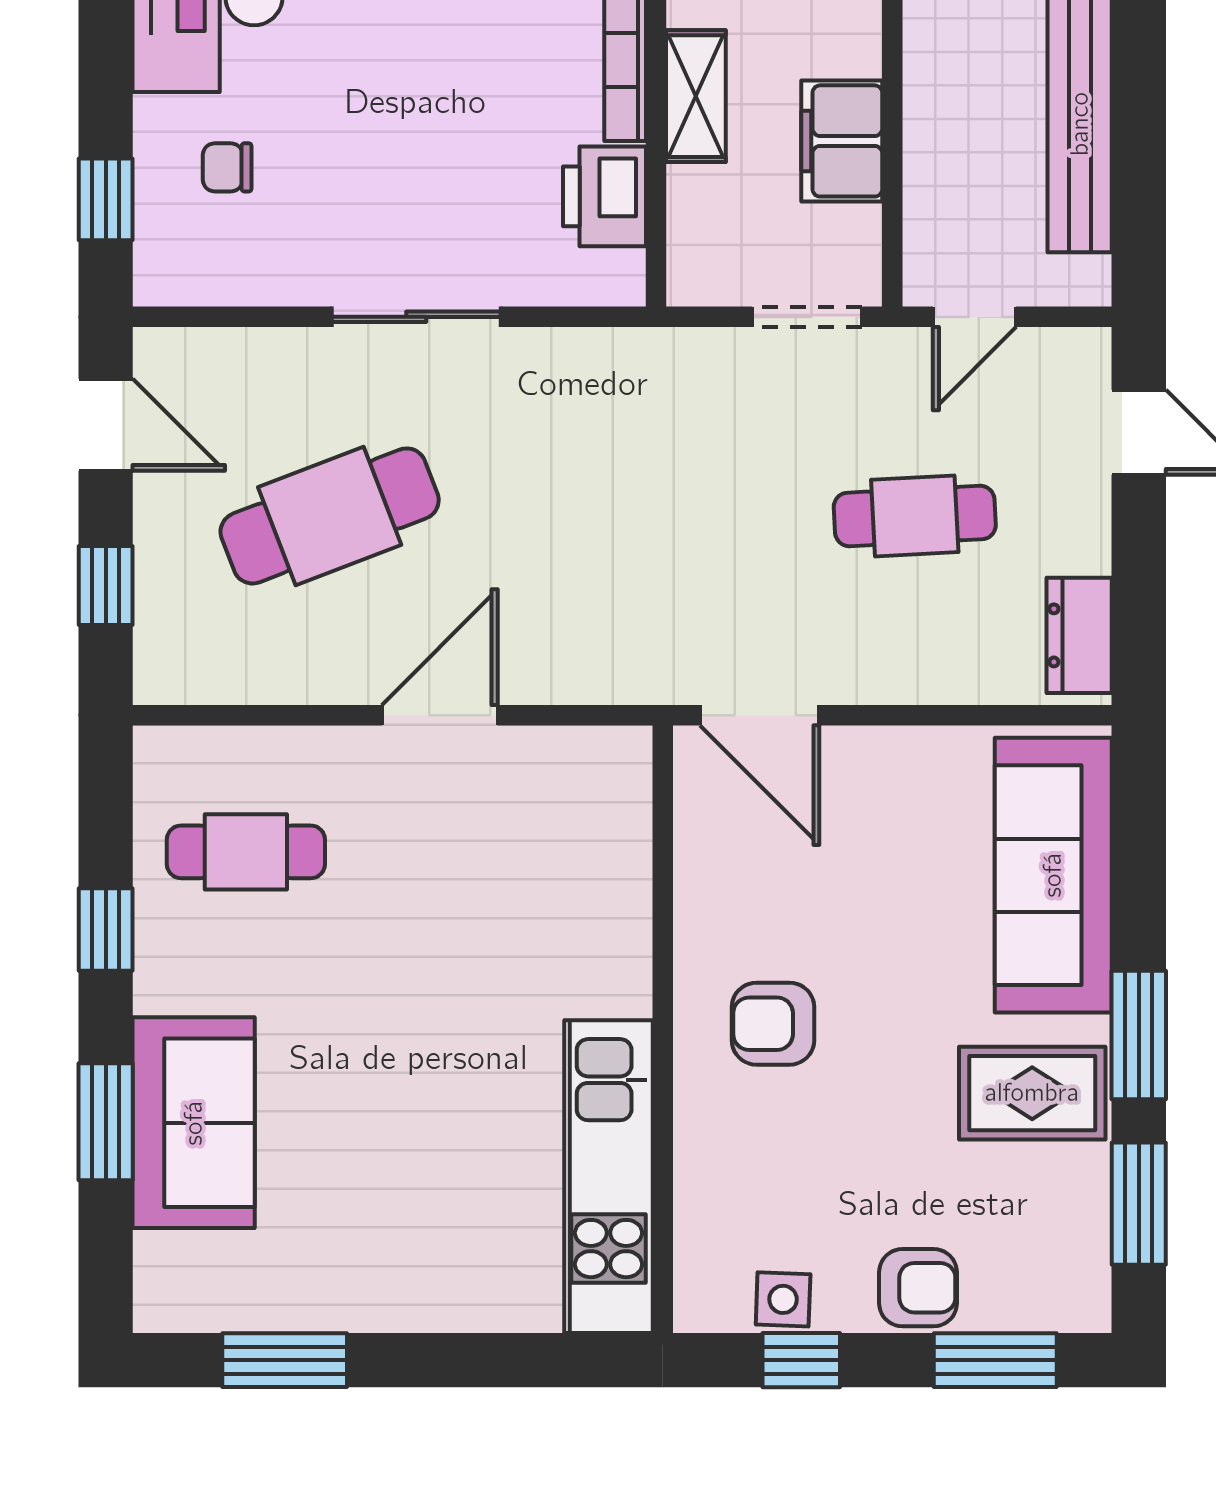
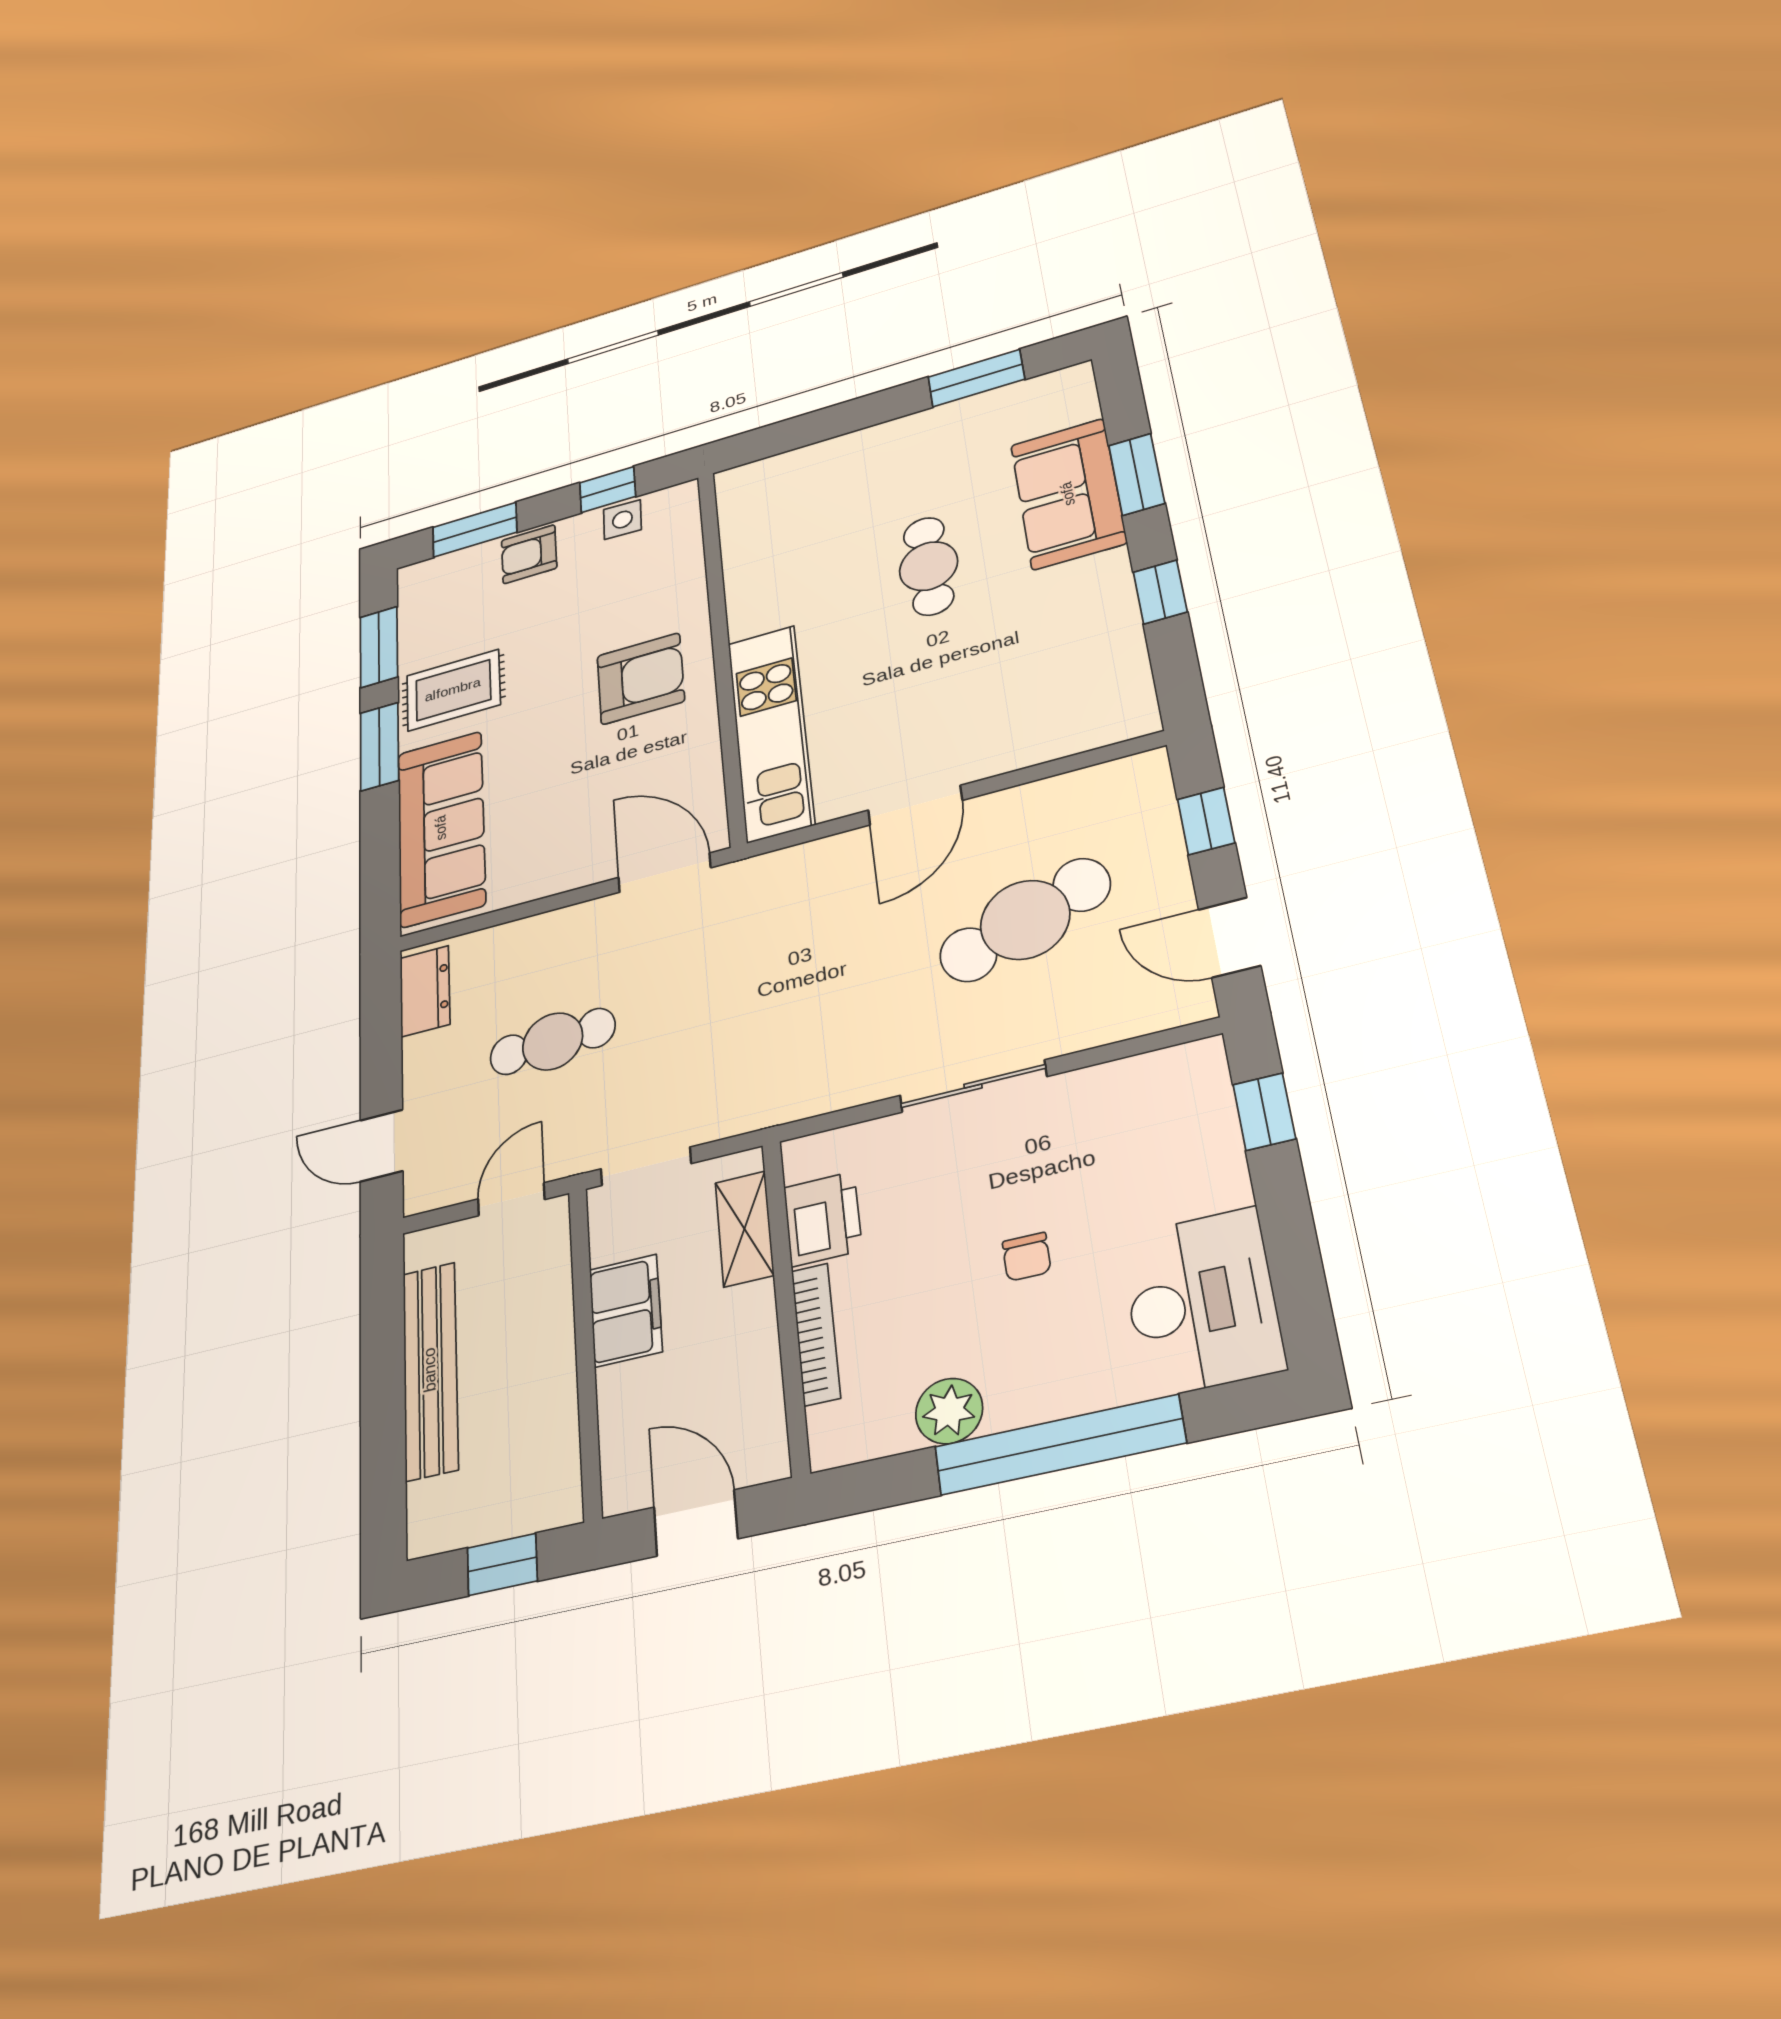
shelving: (696, 96) -> (744, 1229), moved
chair: (227, 167) -> (1027, 1257), moved, turned 90
cafe table: (246, 852) -> (929, 566), moved, turned 90
armchair: (773, 1024) -> (641, 679), width x1.38, depth x1.38
kitchen unit: (608, 1177) -> (771, 732), moved

